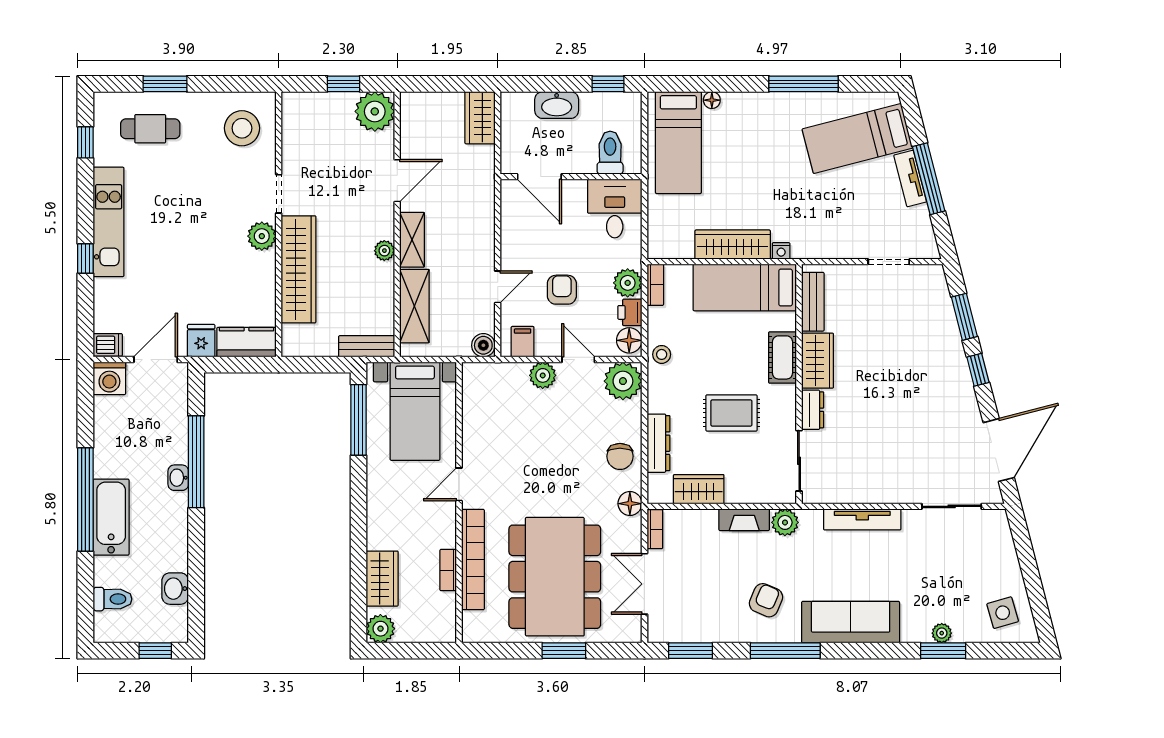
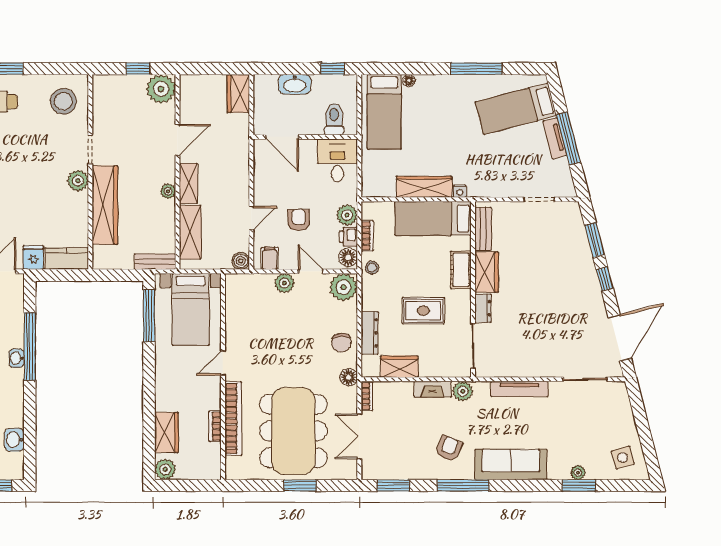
bookcase: (655, 285) -> (367, 236), moved

